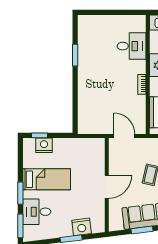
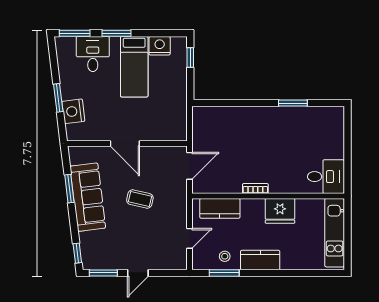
desk: (132, 46) -> (326, 177), moved, turned -90
nightstand: (44, 145) -> (160, 46), moved, turned -90

